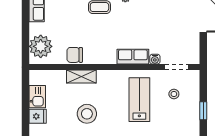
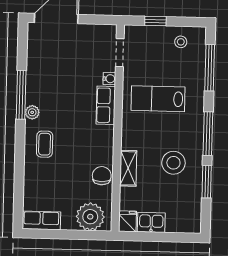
chair: (75, 55) -> (102, 176), turned 180
stool: (174, 94) -> (181, 42), moved
window: (203, 111) -> (155, 21), moved
fridge: (38, 116) -> (127, 221), moved

